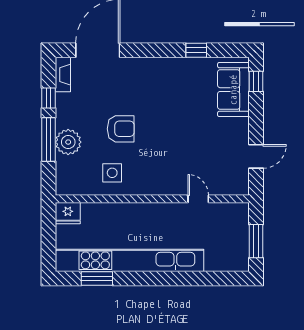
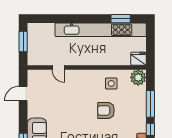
plant: (68, 142) -> (138, 77), moved

